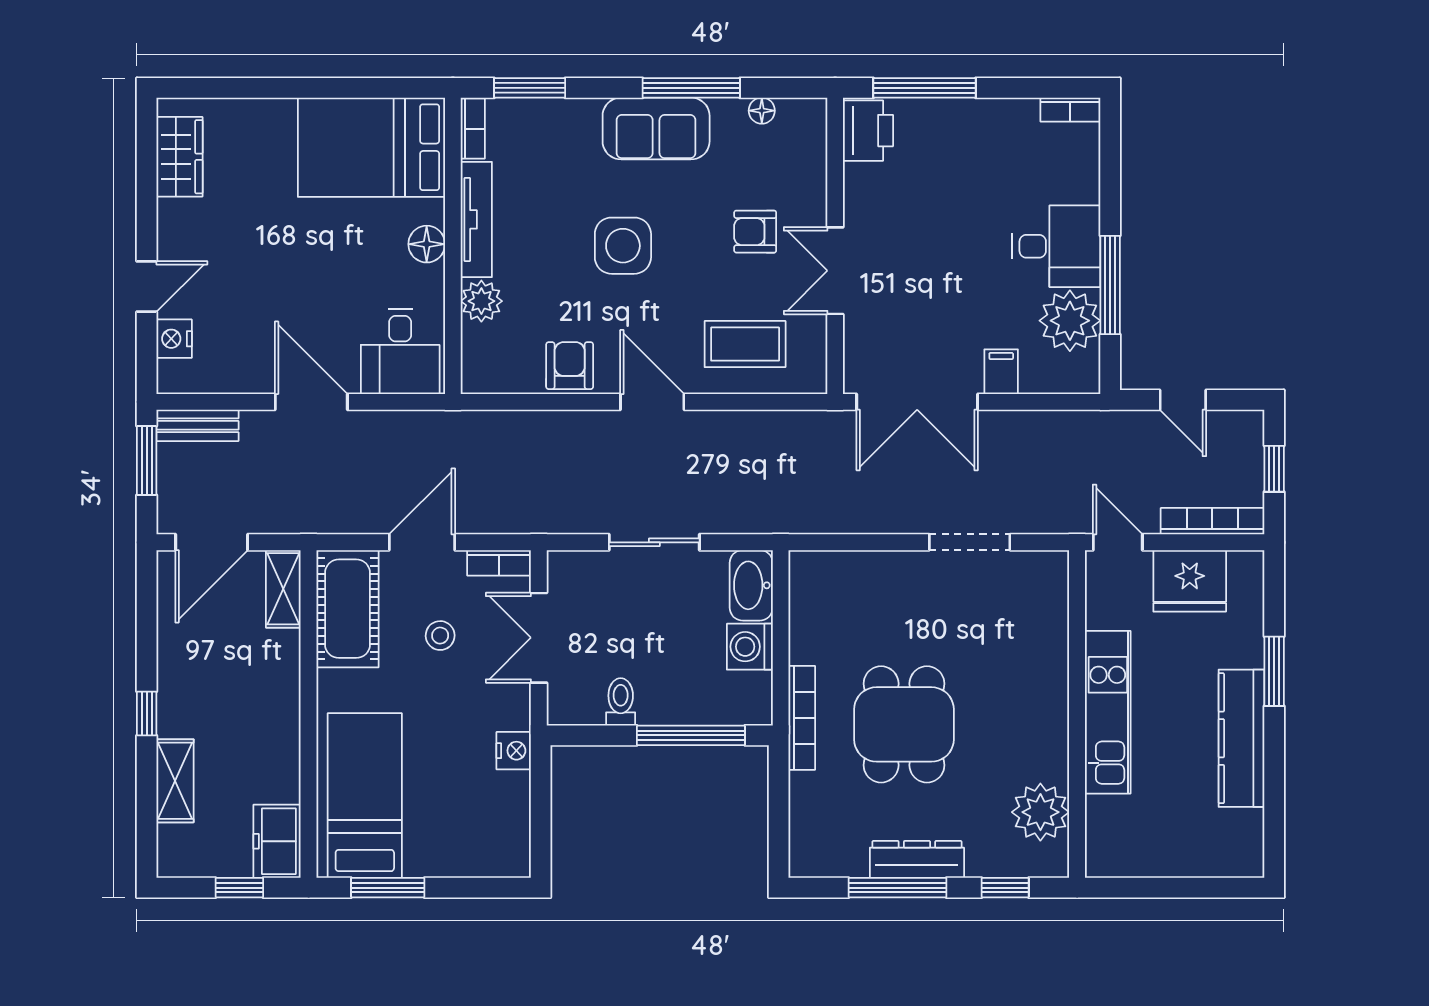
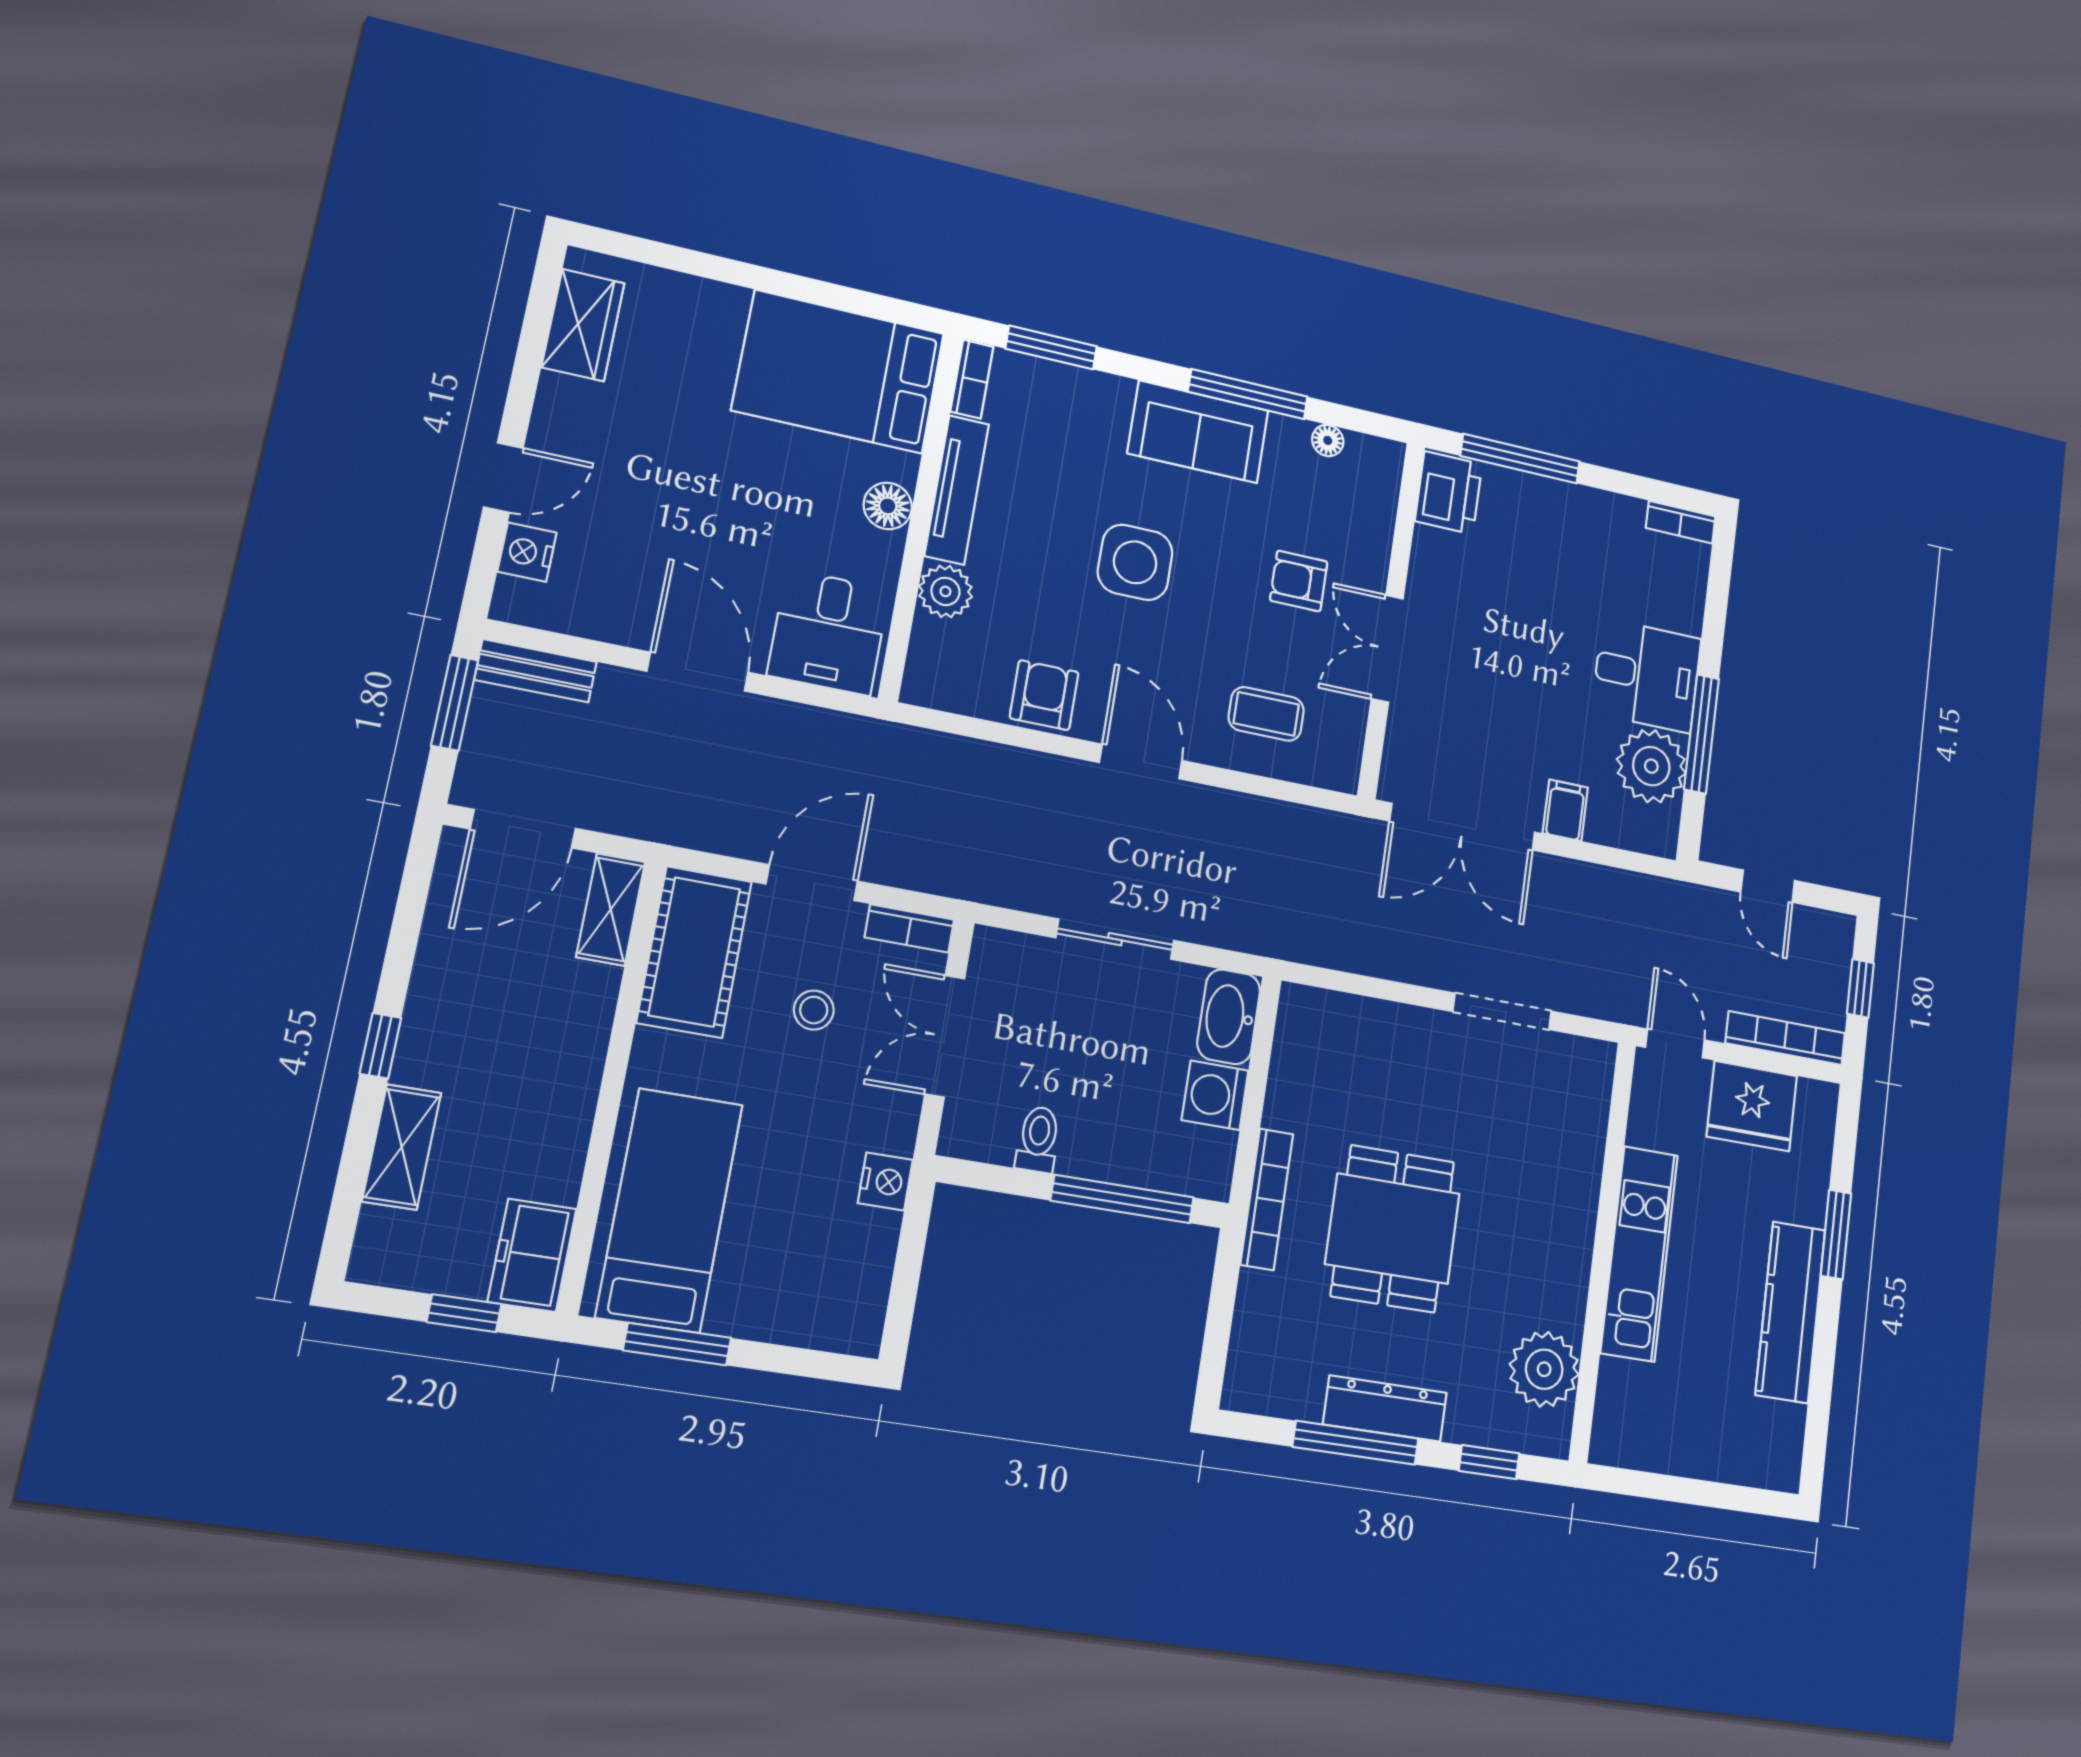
coffee table: (745, 344) -> (1266, 714), width x0.73, depth x0.77

